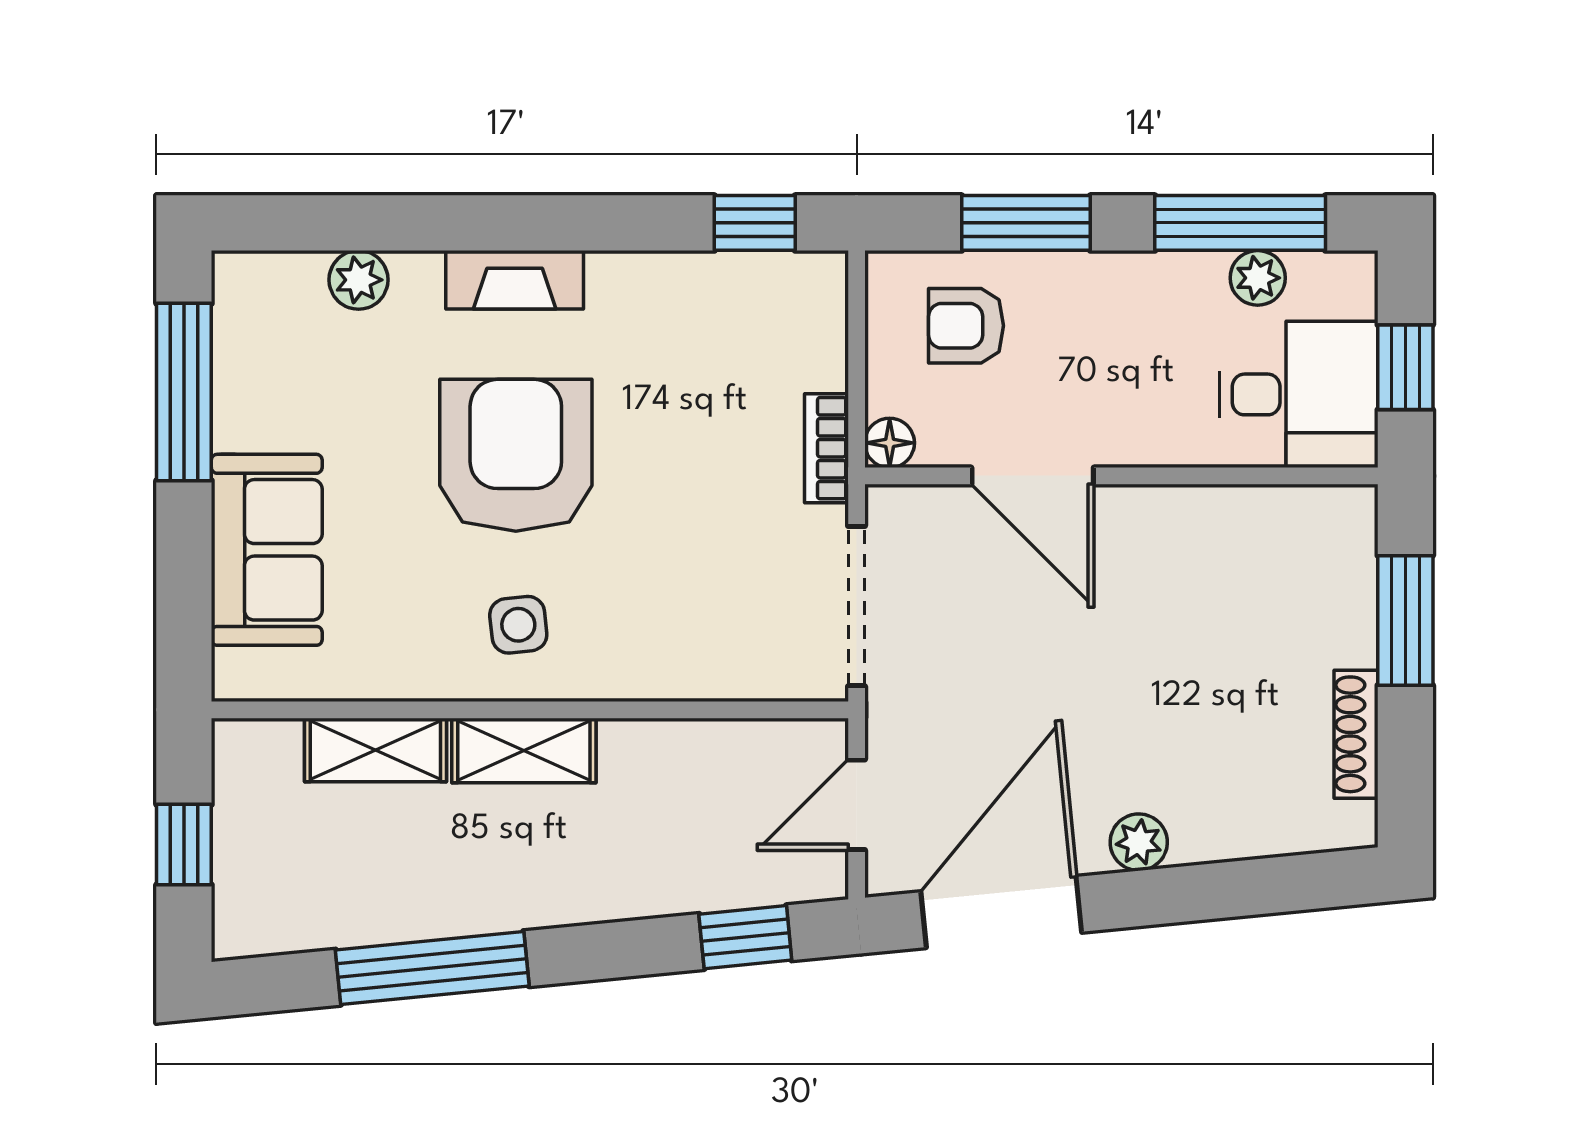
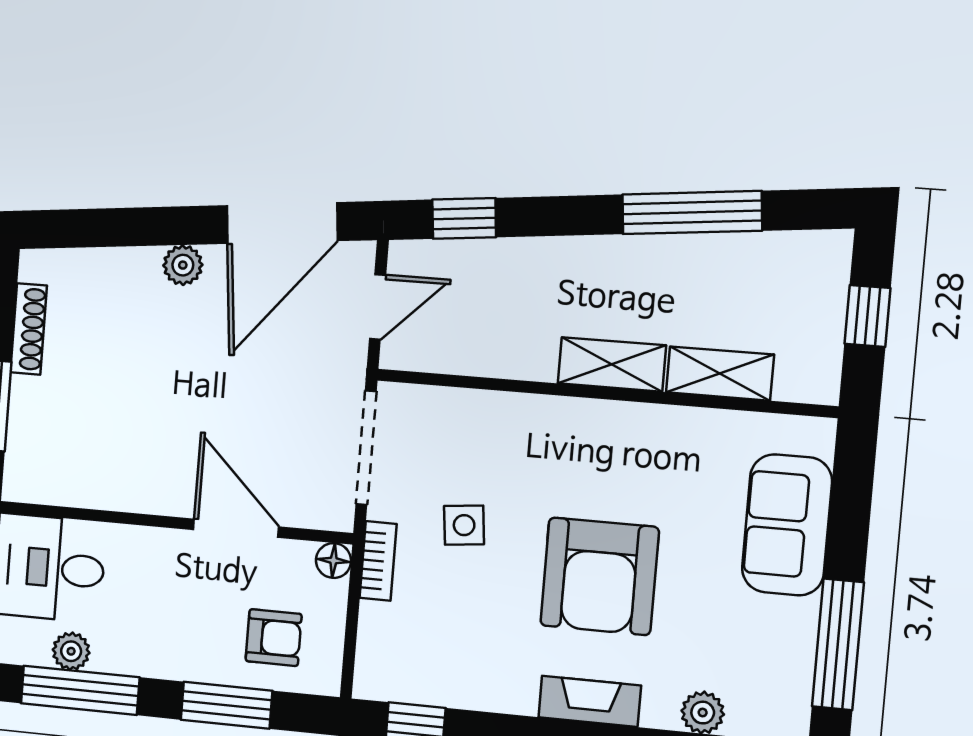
side table: (518, 625) -> (464, 525), moved

